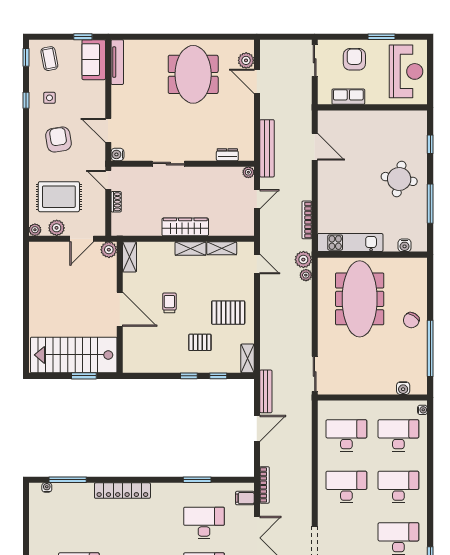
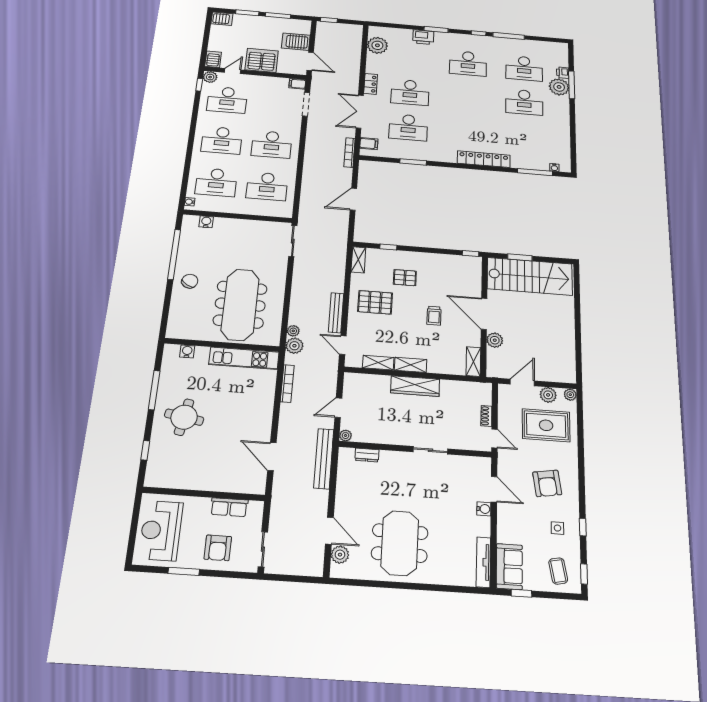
water cooler: (117, 154) -> (484, 509), moved
plant: (109, 250) -> (495, 340), moved
window: (189, 376) -> (471, 253), moved
bench: (266, 391) -> (336, 313), moved

